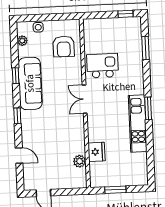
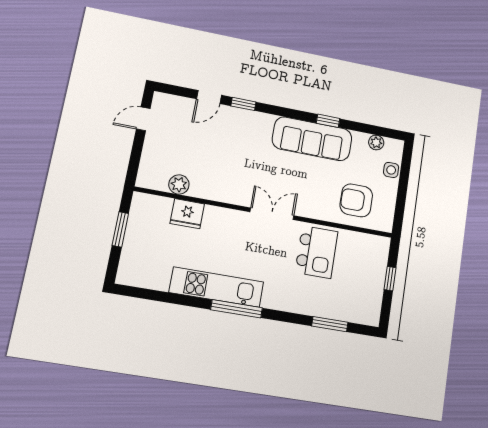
window: (125, 14) -> (390, 279), moved
window: (148, 108) -> (237, 309), width x1.44
window: (17, 116) -> (243, 104), moved

